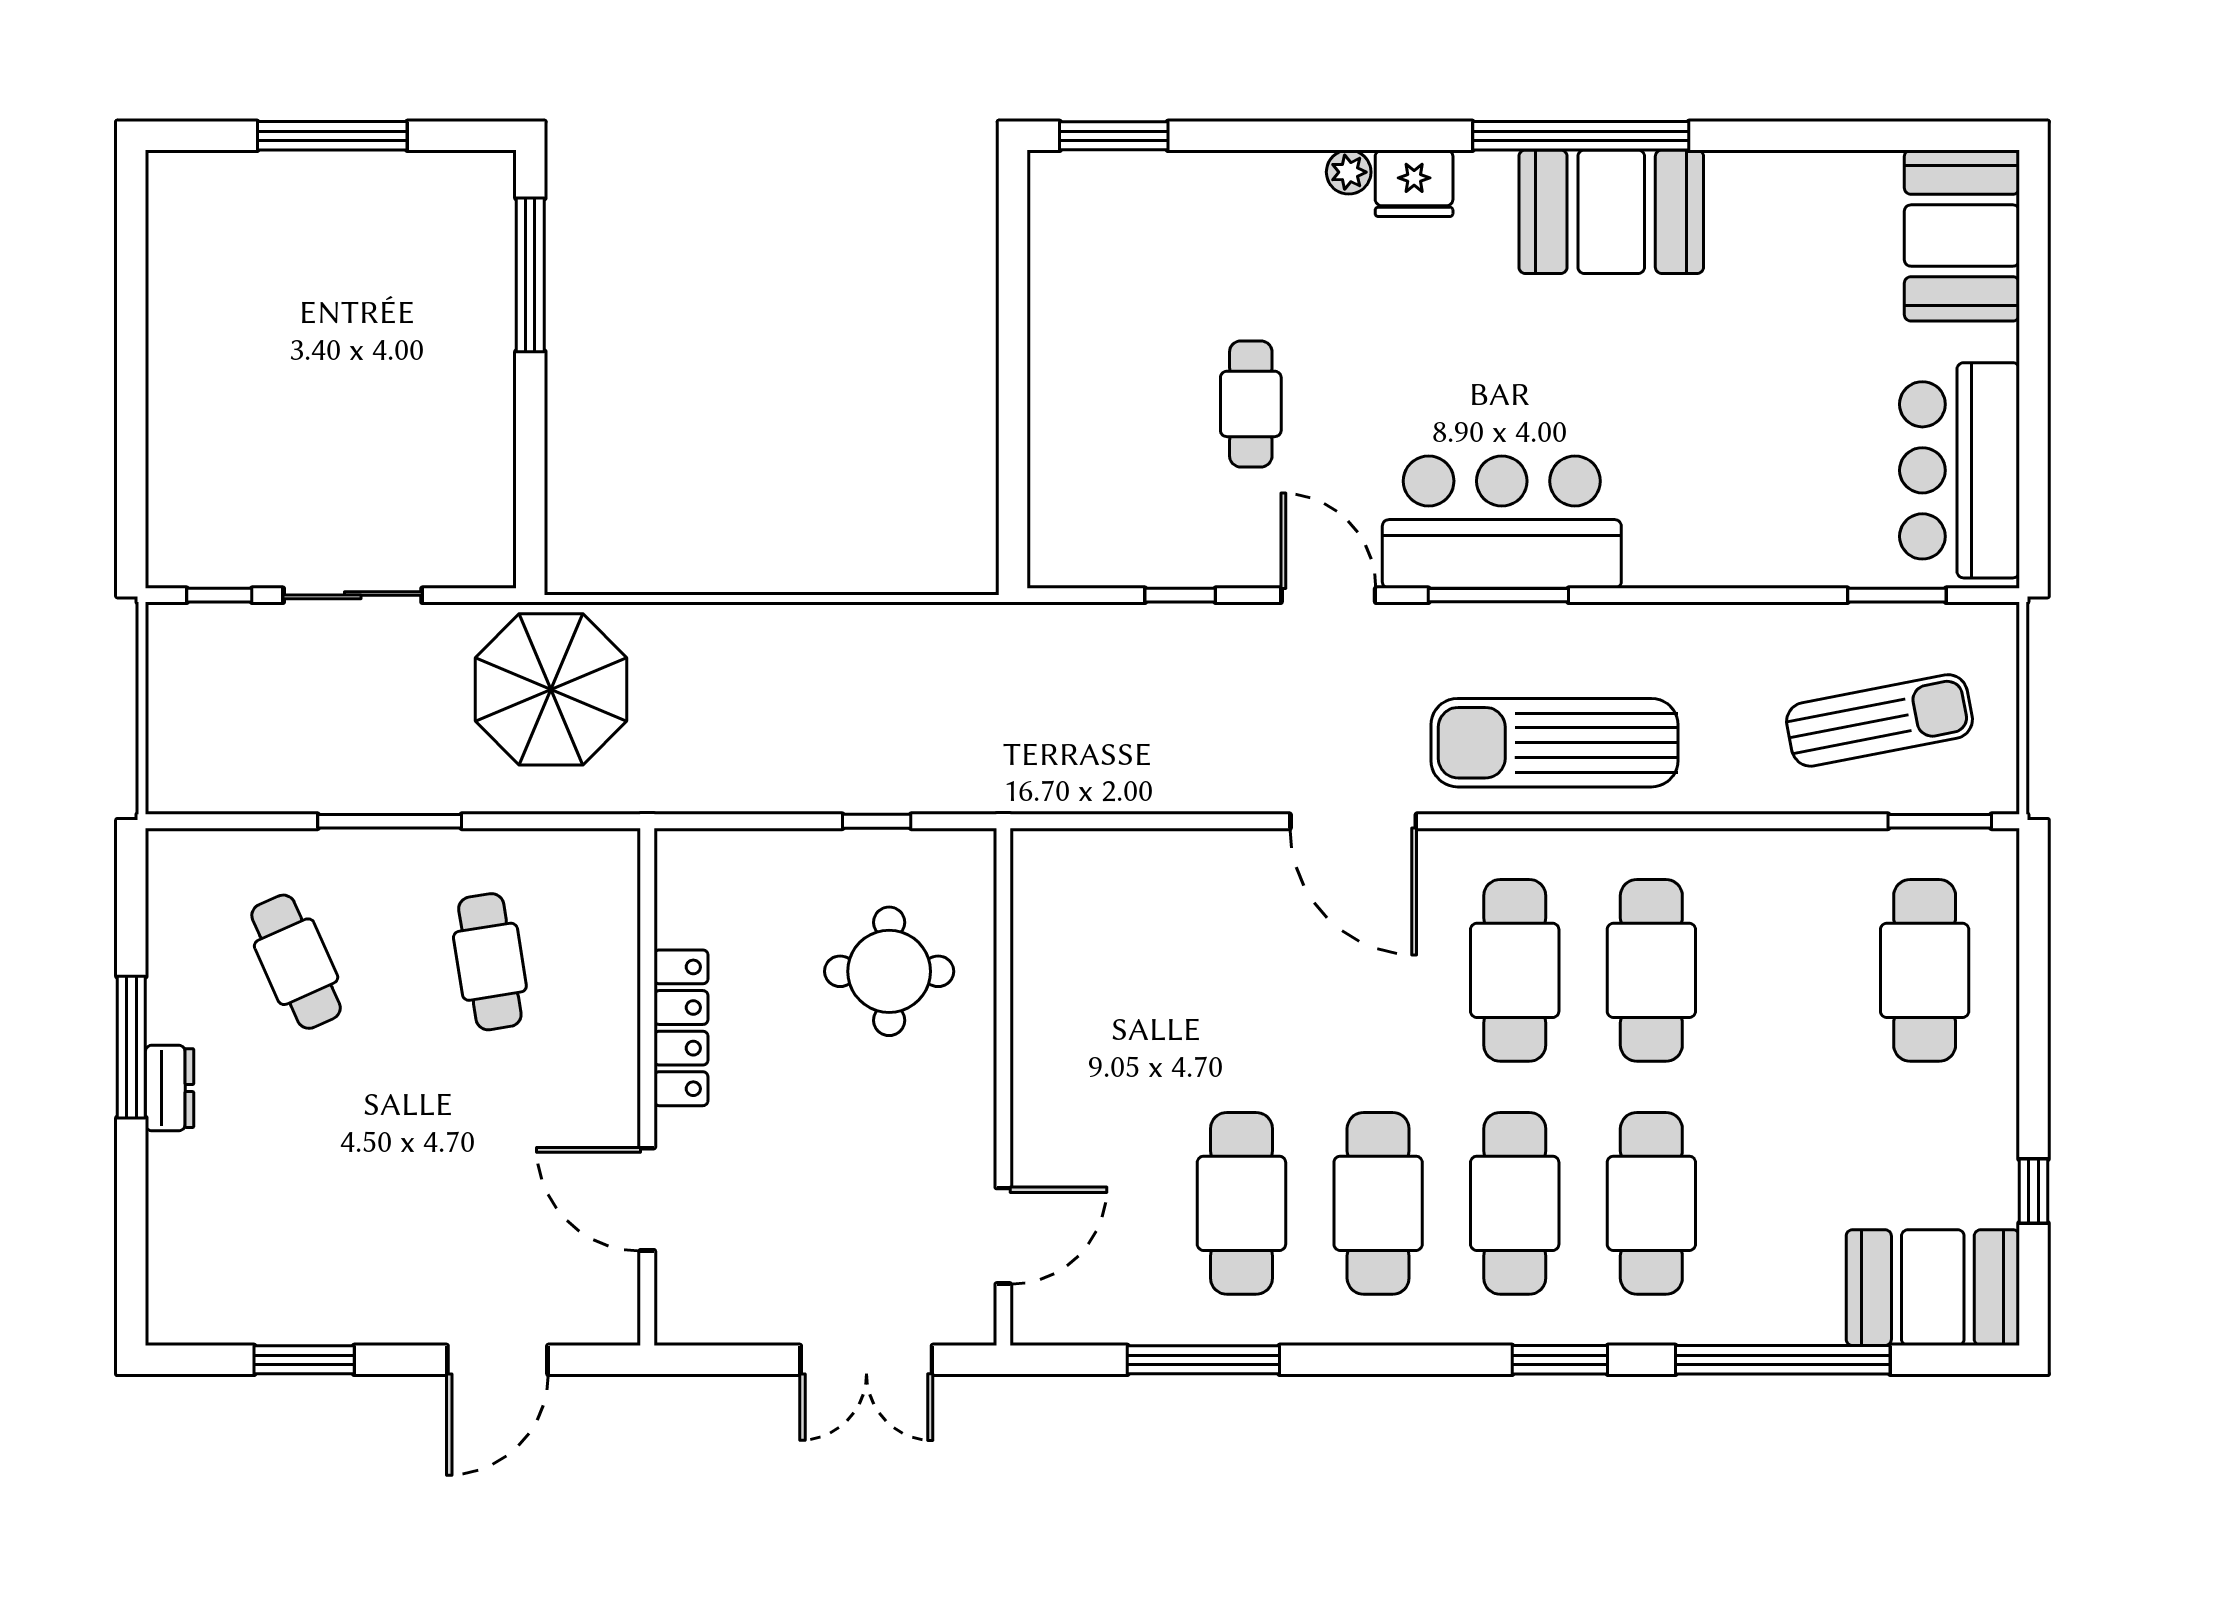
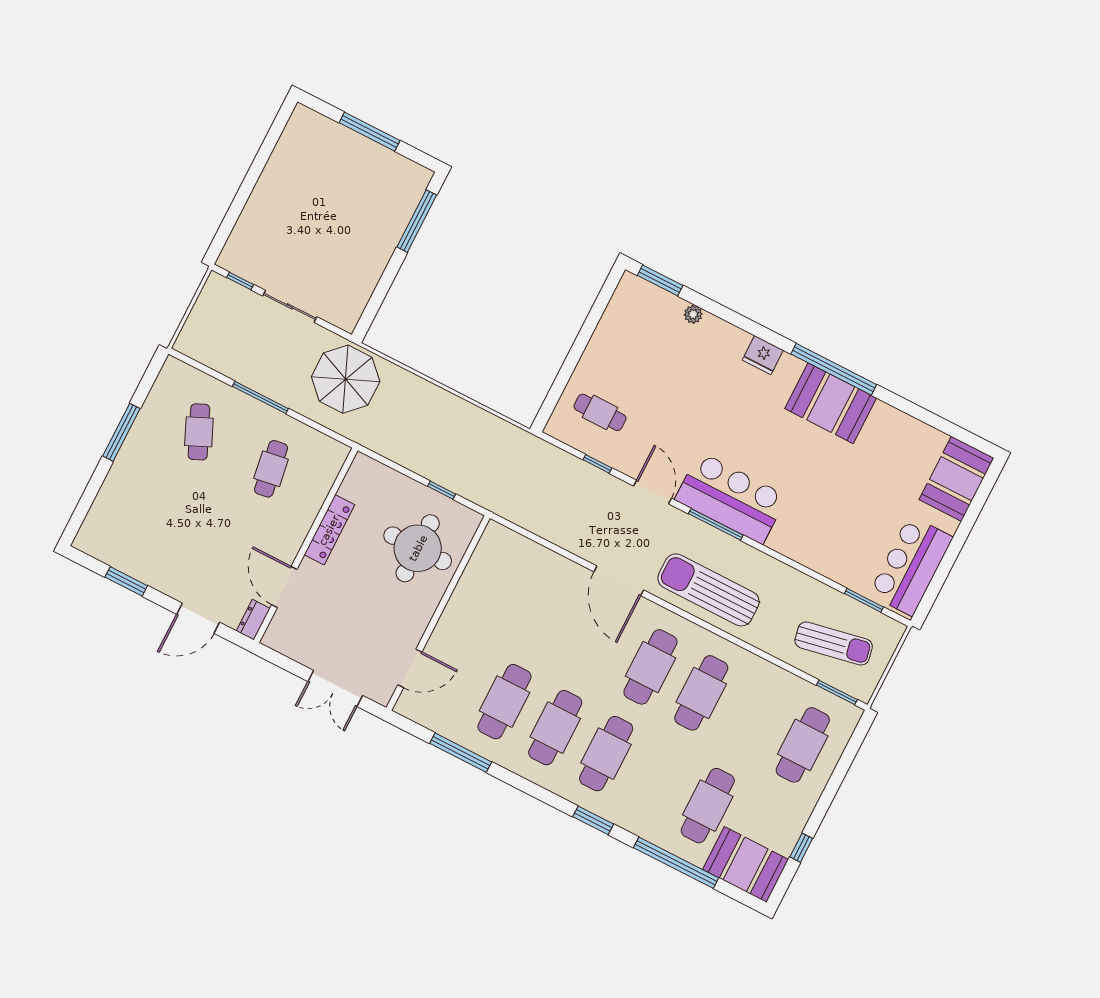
plant: (1349, 172) -> (693, 314), moved
cafe table: (1251, 404) -> (600, 412), moved, turned 90
round table: (889, 971) -> (418, 548), width x1.36, depth x1.36
dresser: (170, 1088) -> (253, 620), moved, turned 180
cafe table: (1651, 1203) -> (708, 806), moved

